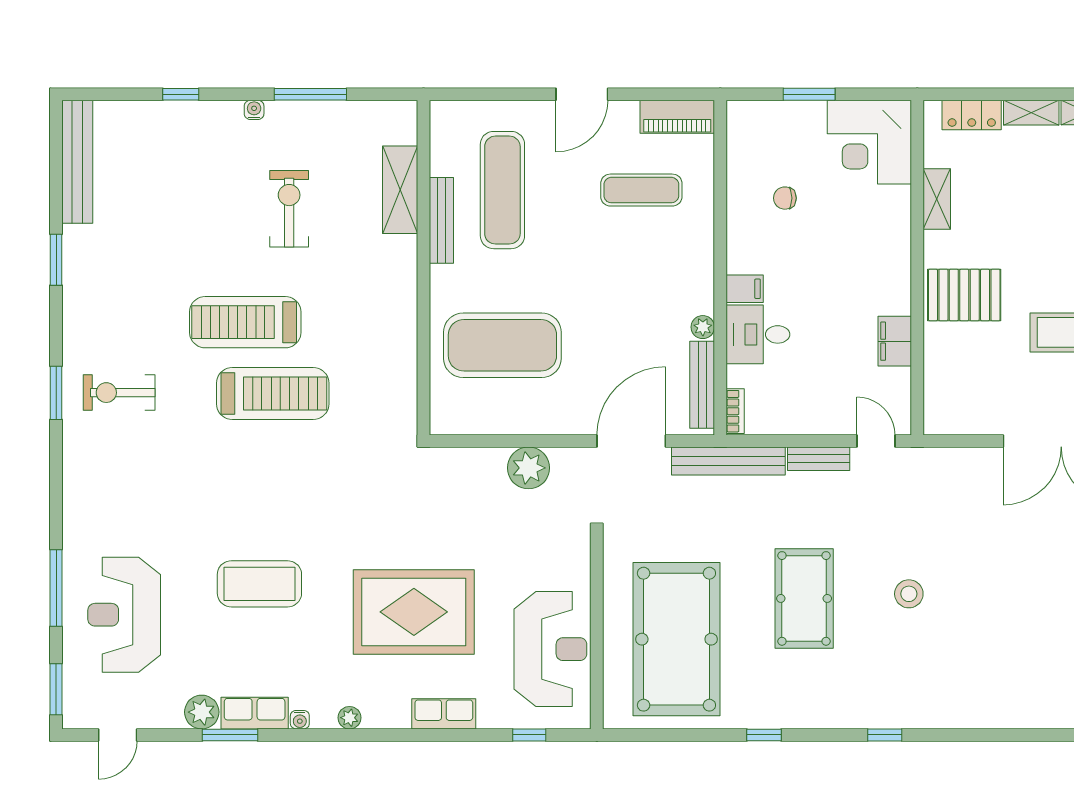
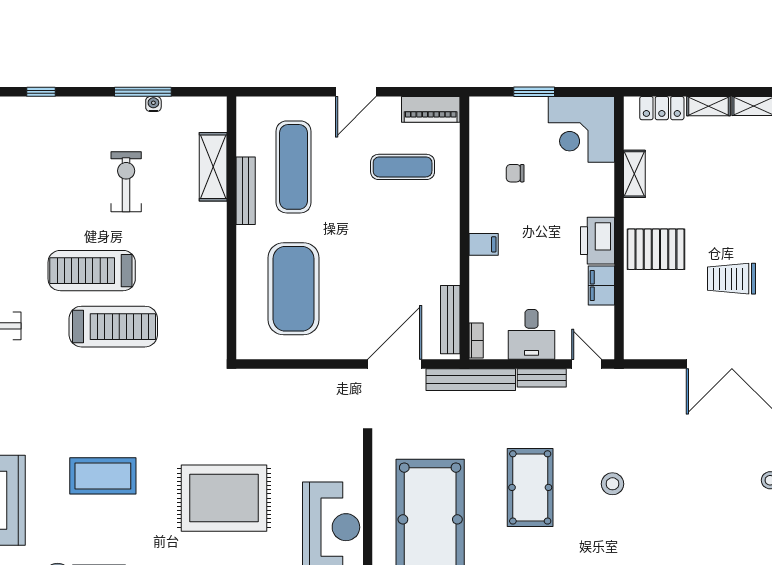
water cooler: (254, 110) -> (153, 104), moved
printer: (890, 284) -> (598, 241), added
plant: (703, 327) -> (451, 274), removed
desk: (758, 334) -> (531, 334), moved, turned -90
exercise mat: (502, 345) -> (293, 289), turned 90
plant: (528, 468) -> (314, 385), removed

